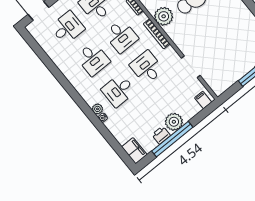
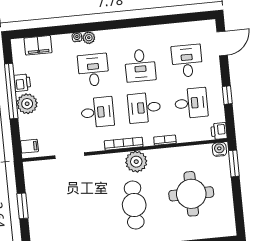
desk: (67, 28) -> (187, 61), turned 180
desk: (93, 59) -> (140, 65), turned -90
filing cabinet: (134, 151) -> (38, 45), moved

